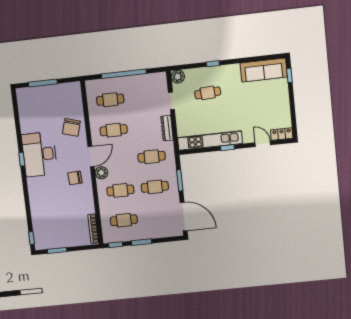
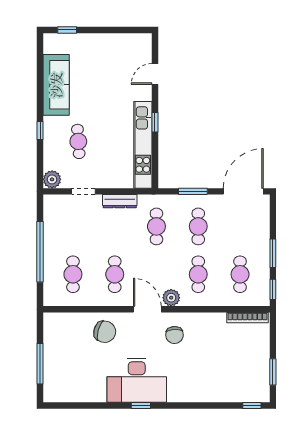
sofa: (264, 70) -> (56, 85), moved
locker: (282, 134) -> (145, 47), removed

